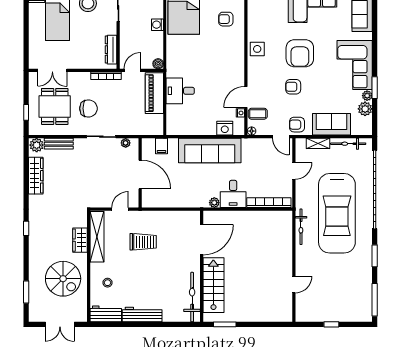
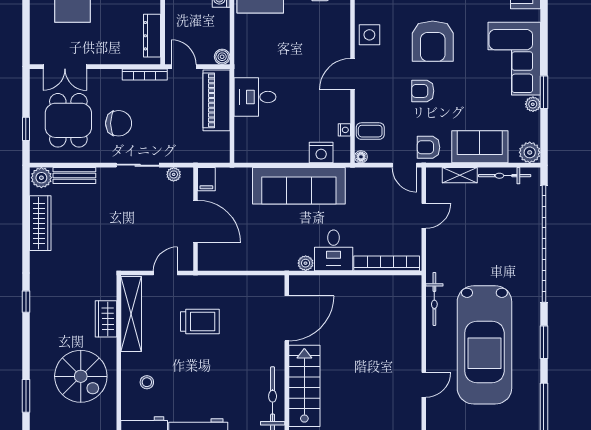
door: (132, 70) -> (184, 67), hinge flipped
door: (246, 97) -> (353, 74), moved
plant: (365, 109) -> (530, 152), moved
filing cabinet: (161, 146) -> (206, 179), moved
car: (337, 213) -> (484, 345), moved

